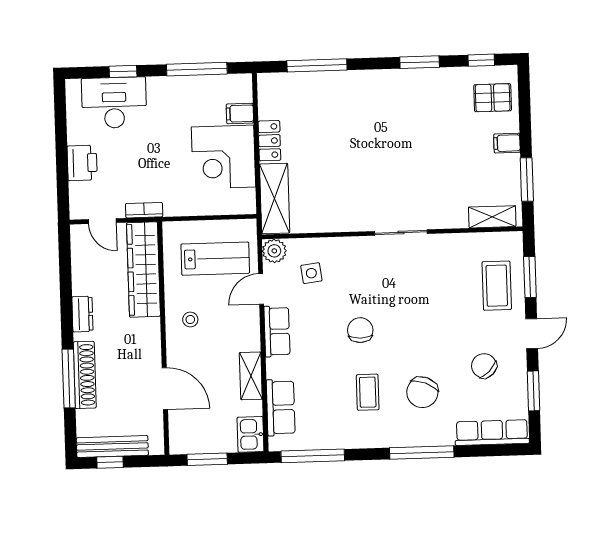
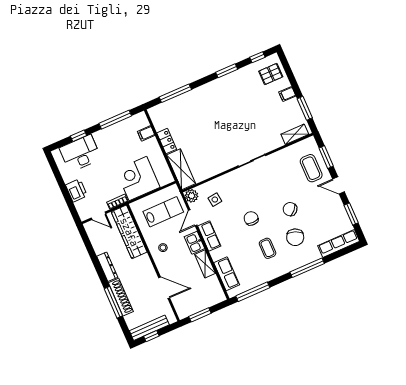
corner desk: (224, 157) -> (138, 179), moved, turned 90
dresser: (82, 314) -> (107, 267), width x1.44
door: (532, 334) -> (339, 185), swing flipped
chair: (484, 366) -> (290, 209), moved
kitchen sink: (251, 434) -> (195, 243), moved

